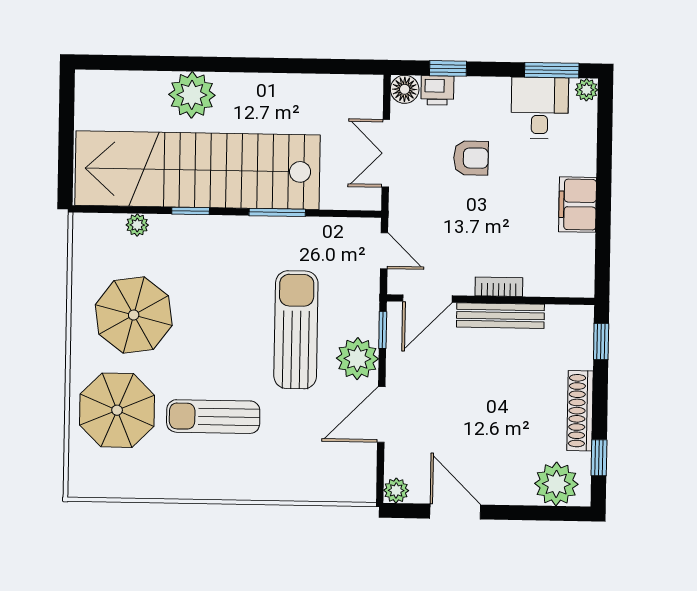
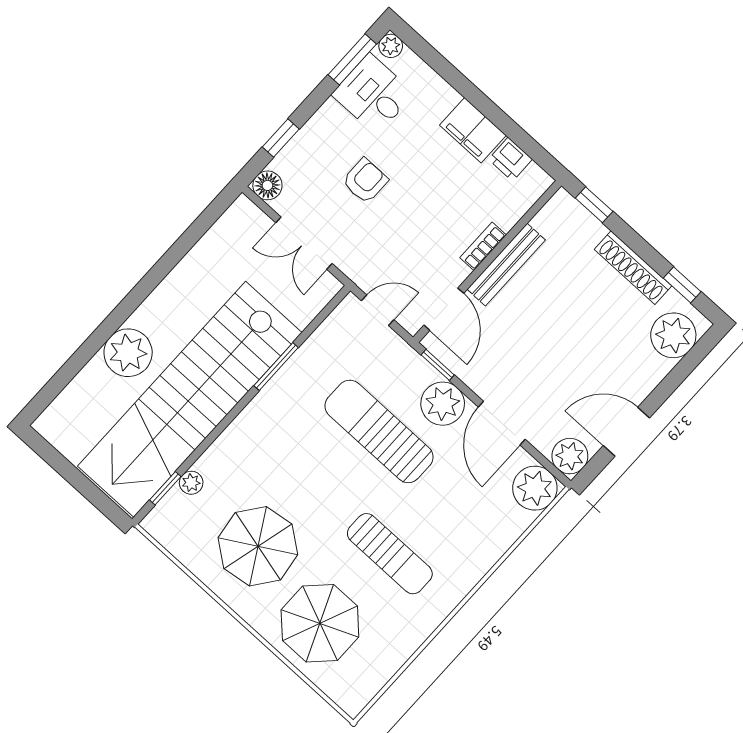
printer: (437, 90) -> (510, 159), moved, turned 90
window: (191, 211) -> (165, 488), moved
sun lounger: (213, 417) -> (390, 554), turned -90
plant: (355, 481) -> (535, 488), added
plant: (396, 490) -> (570, 456), width x1.38, depth x1.38

